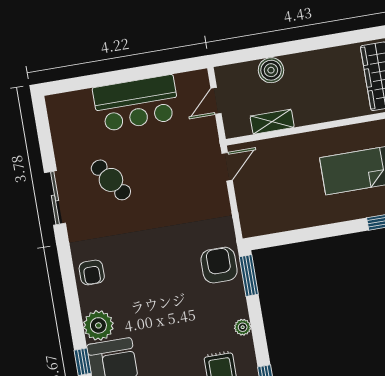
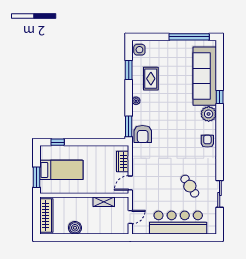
boiler: (271, 70) -> (75, 228), moved
bar counter: (136, 103) -> (178, 223), width x1.36
sliding door: (55, 198) -> (220, 194), moved
wardrobe: (249, 205) -> (123, 162), added

